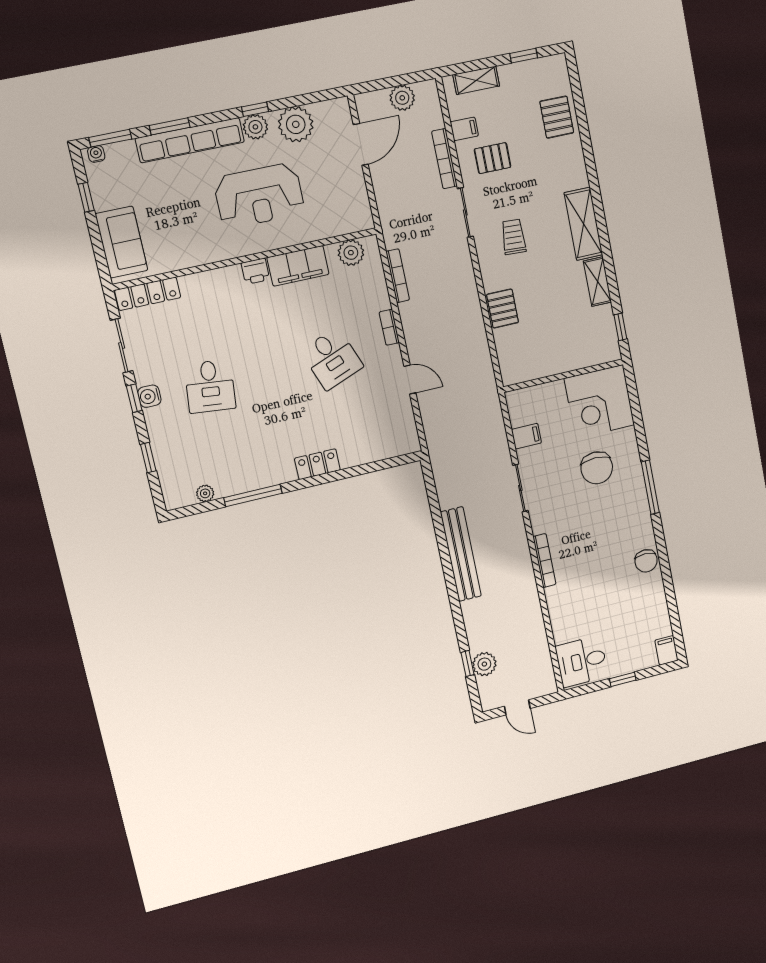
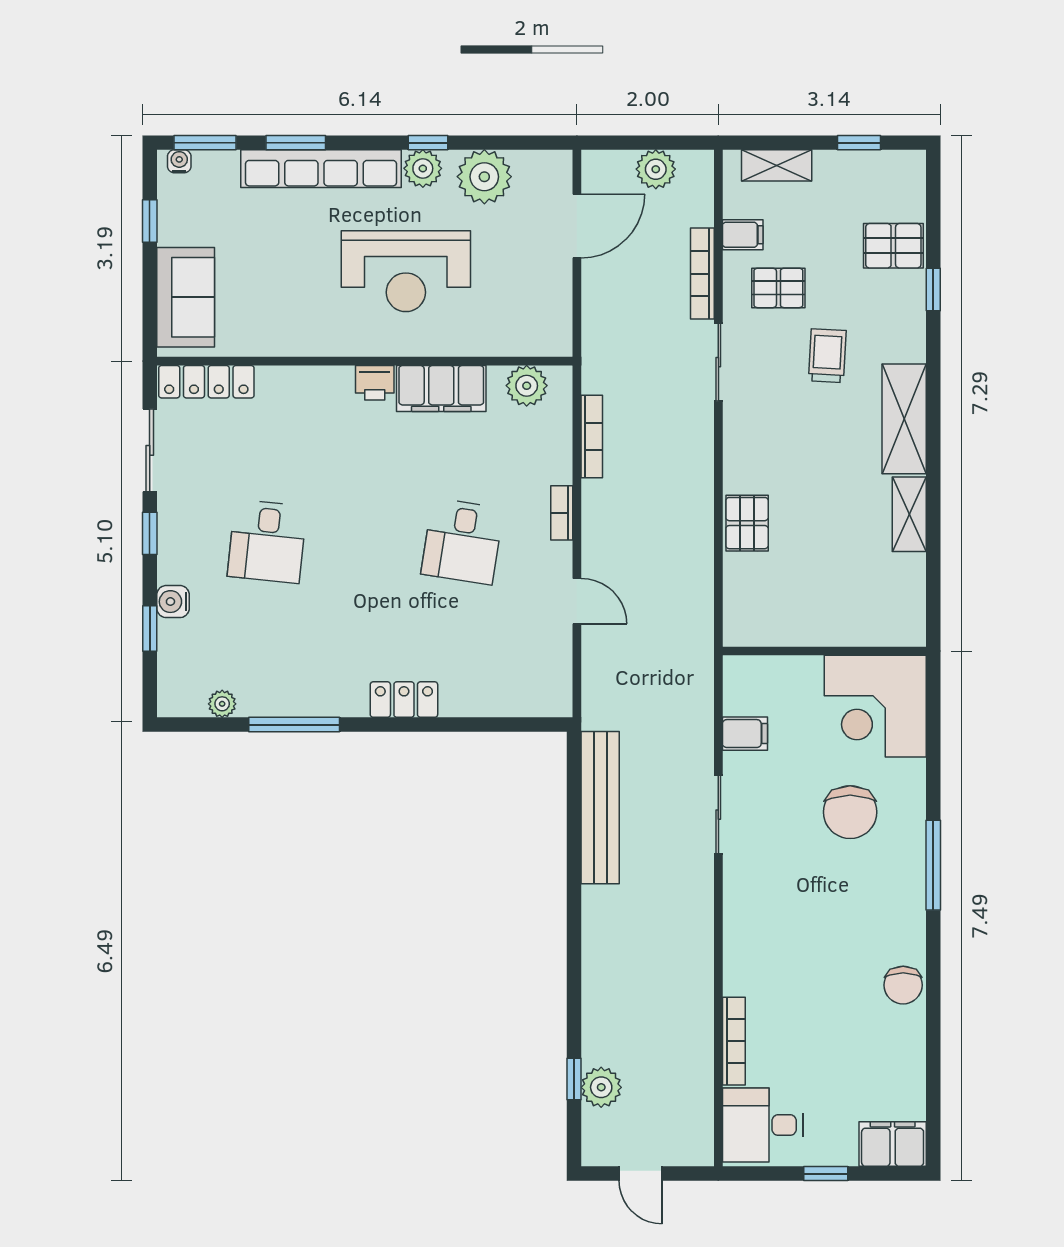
pallet: (557, 117) -> (893, 246), turned 90
trolley: (513, 237) -> (827, 356), moved
window: (620, 327) -> (933, 289), moved
desk: (332, 359) -> (462, 541), turned 30
water cooler: (149, 396) -> (173, 602), moved
bench: (461, 554) -> (600, 808), moved
bookcase: (544, 561) -> (734, 1041), moved
filing cabinet: (667, 650) -> (893, 1144), width x2.00

